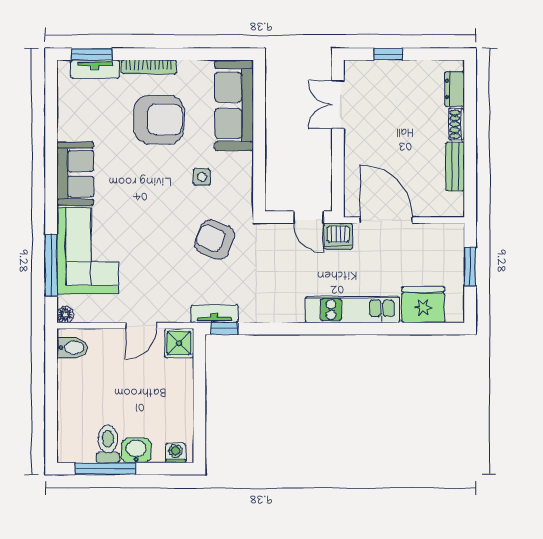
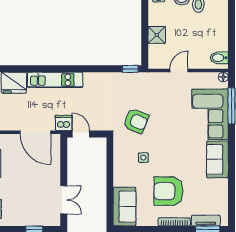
sofa: (234, 105) -> (125, 207), width x0.73
tv unit: (214, 314) -> (136, 77), removed
shower: (179, 343) -> (157, 35), moved

